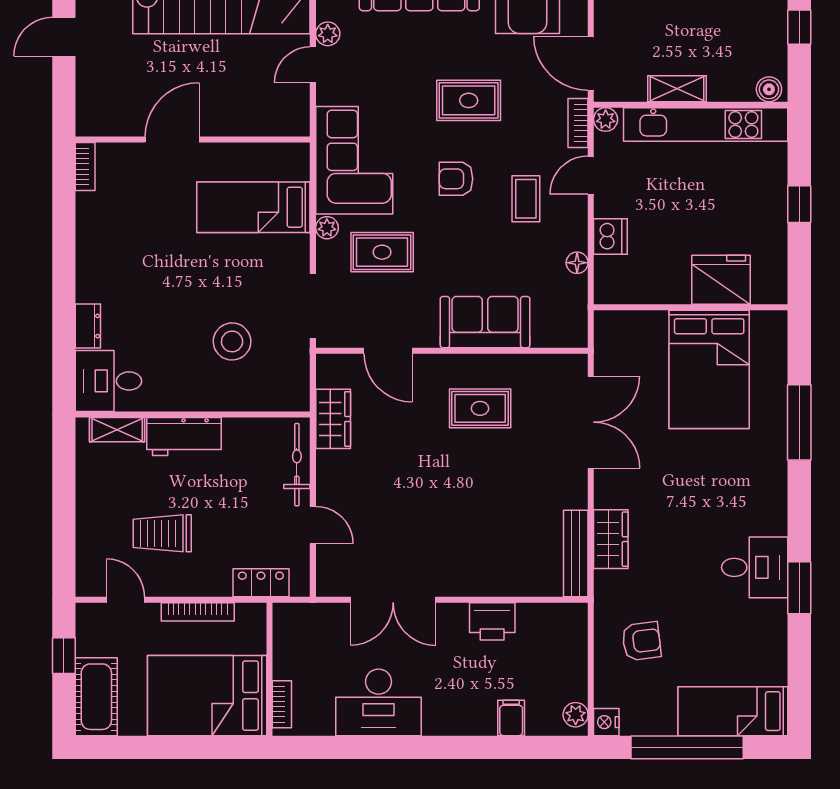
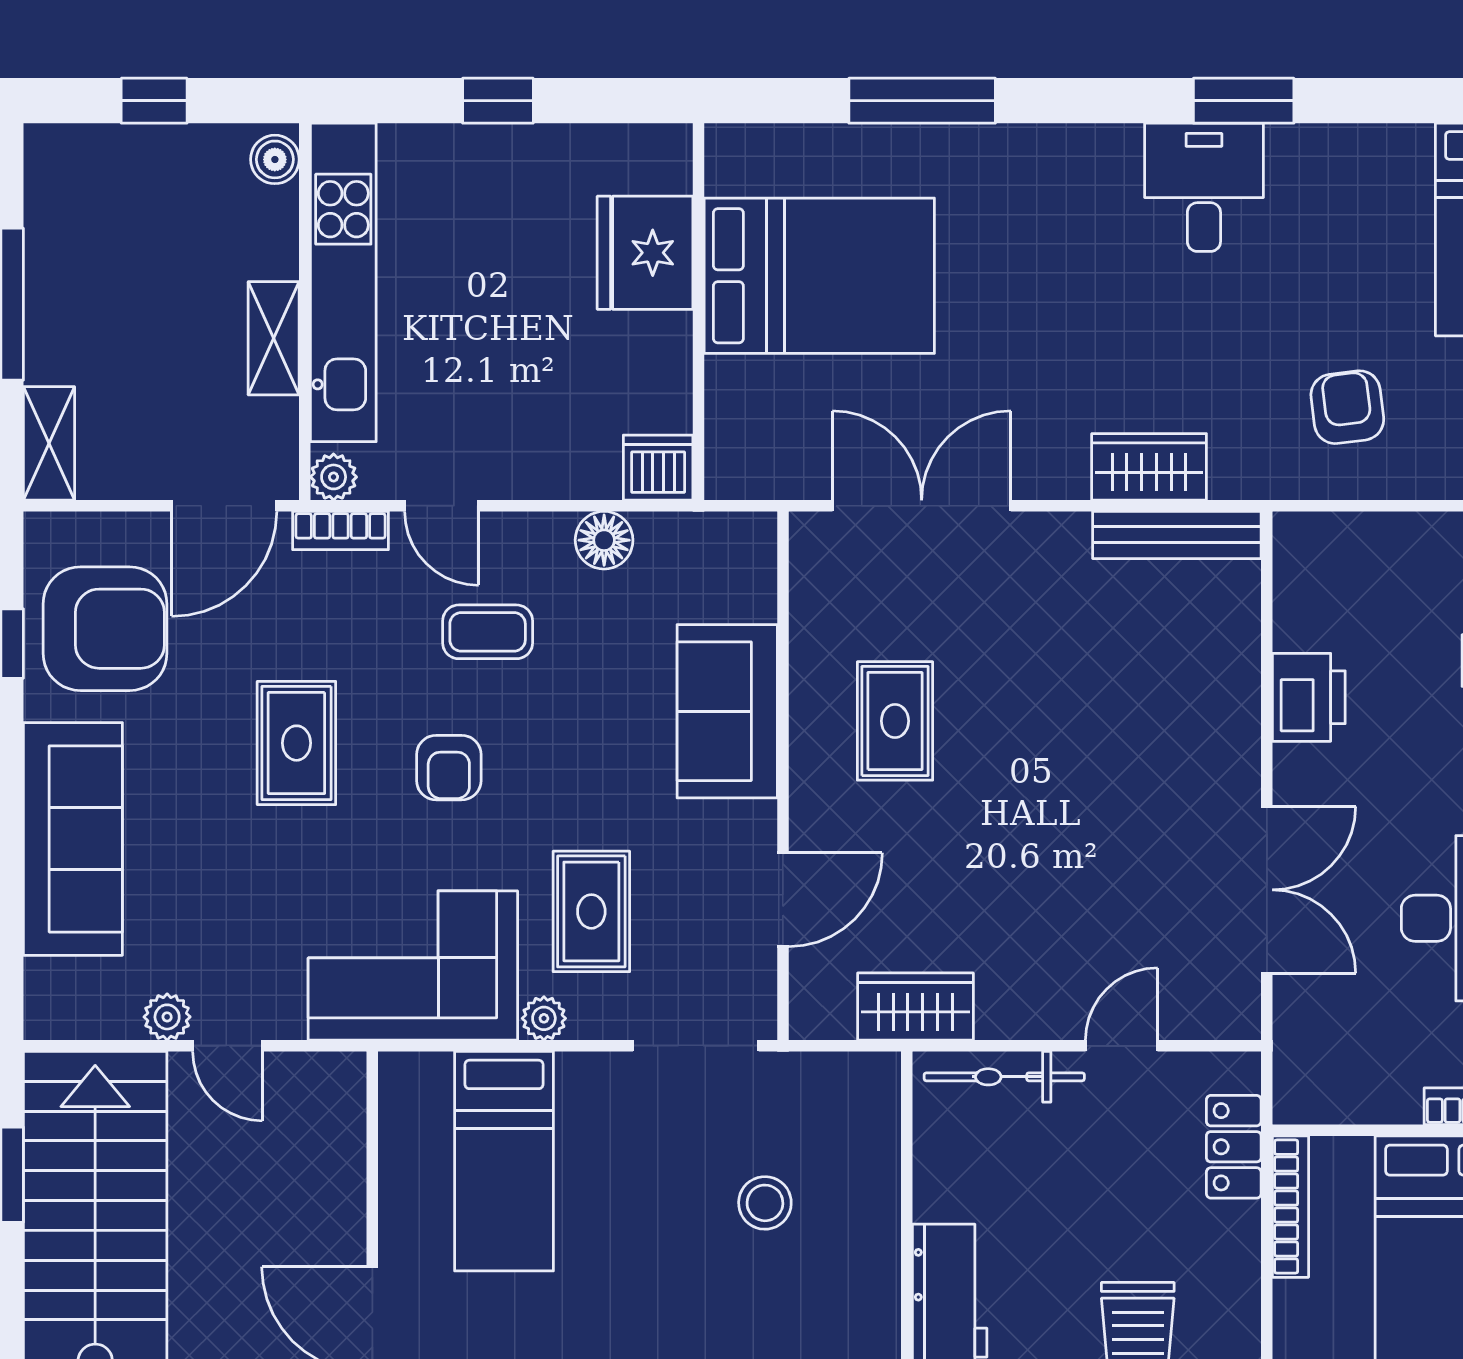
dishwasher: (610, 237) -> (658, 468), moved
floor lamp: (577, 263) -> (604, 540), width x1.37, depth x1.37
stool: (232, 341) -> (765, 1203), width x0.73, depth x0.73
bookcase: (198, 612) -> (1291, 1207), moved

